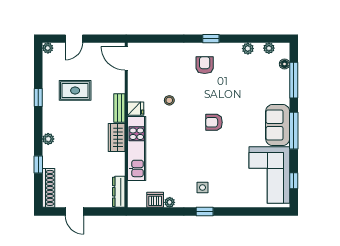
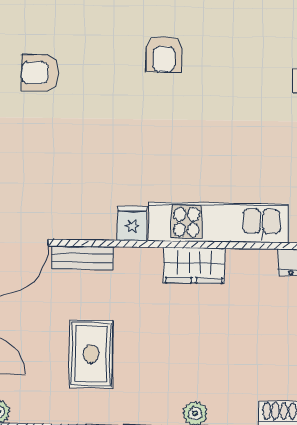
stool: (169, 100) -> (115, 150), removed
bench: (119, 108) -> (83, 258), moved

